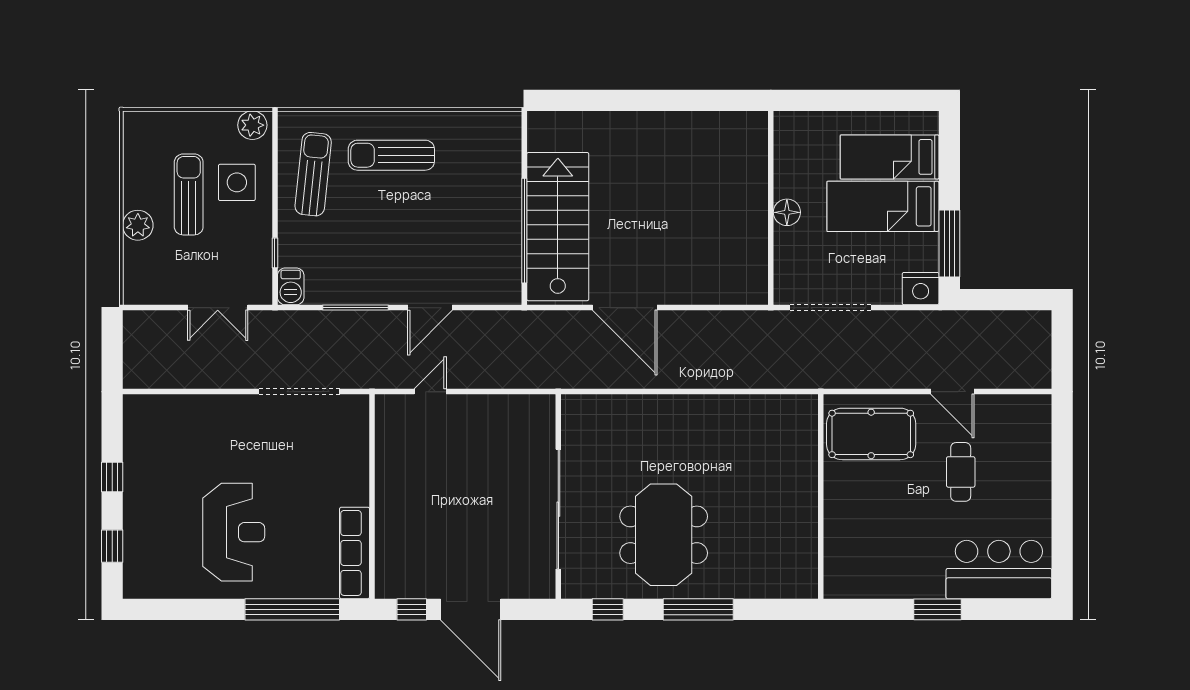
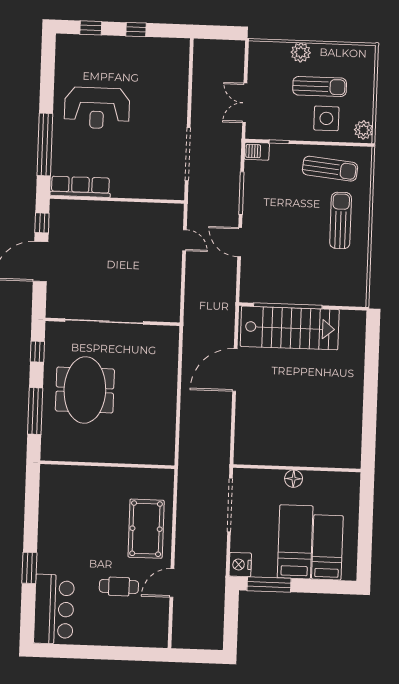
wall: (821, 496) -> (107, 465), moved
meeting table: (664, 535) -> (85, 390), turned 90

